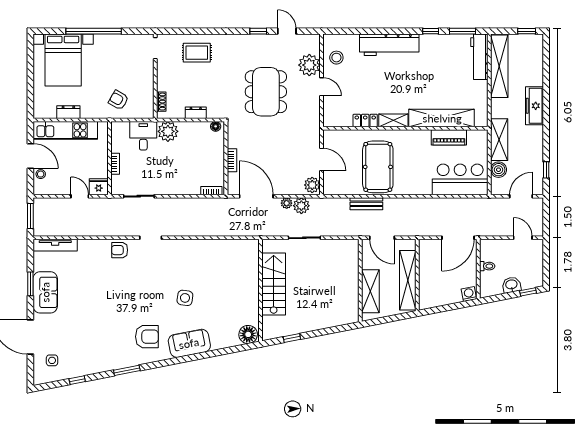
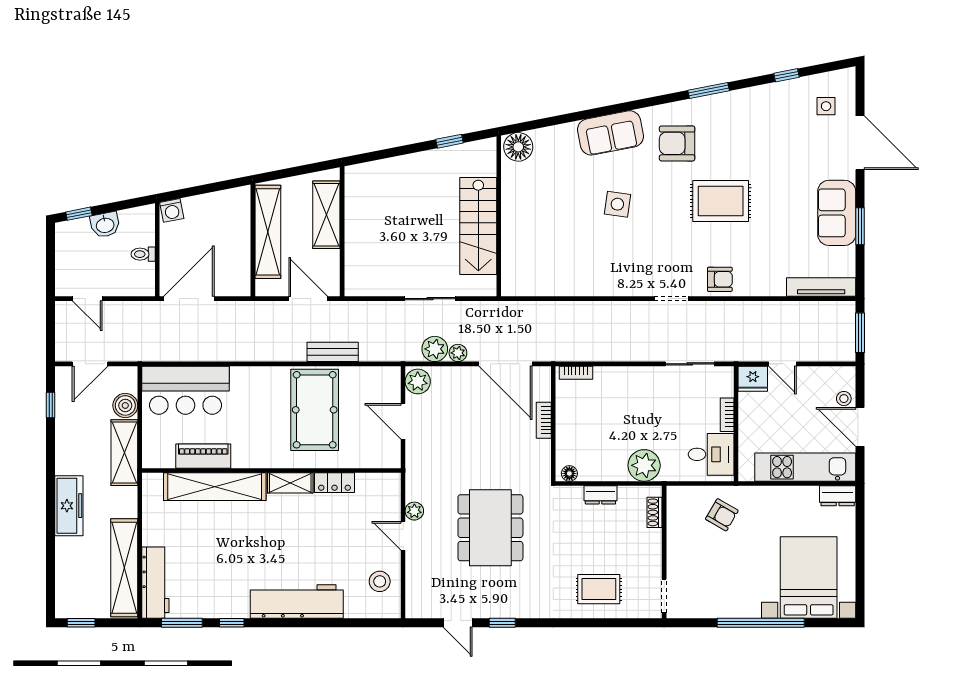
plant: (309, 65) -> (414, 511), moved, width x0.53, depth x0.53
dresser: (68, 112) -> (838, 496), moved
desk: (143, 136) -> (711, 454), moved, turned -90
rug: (119, 300) -> (721, 201), added

